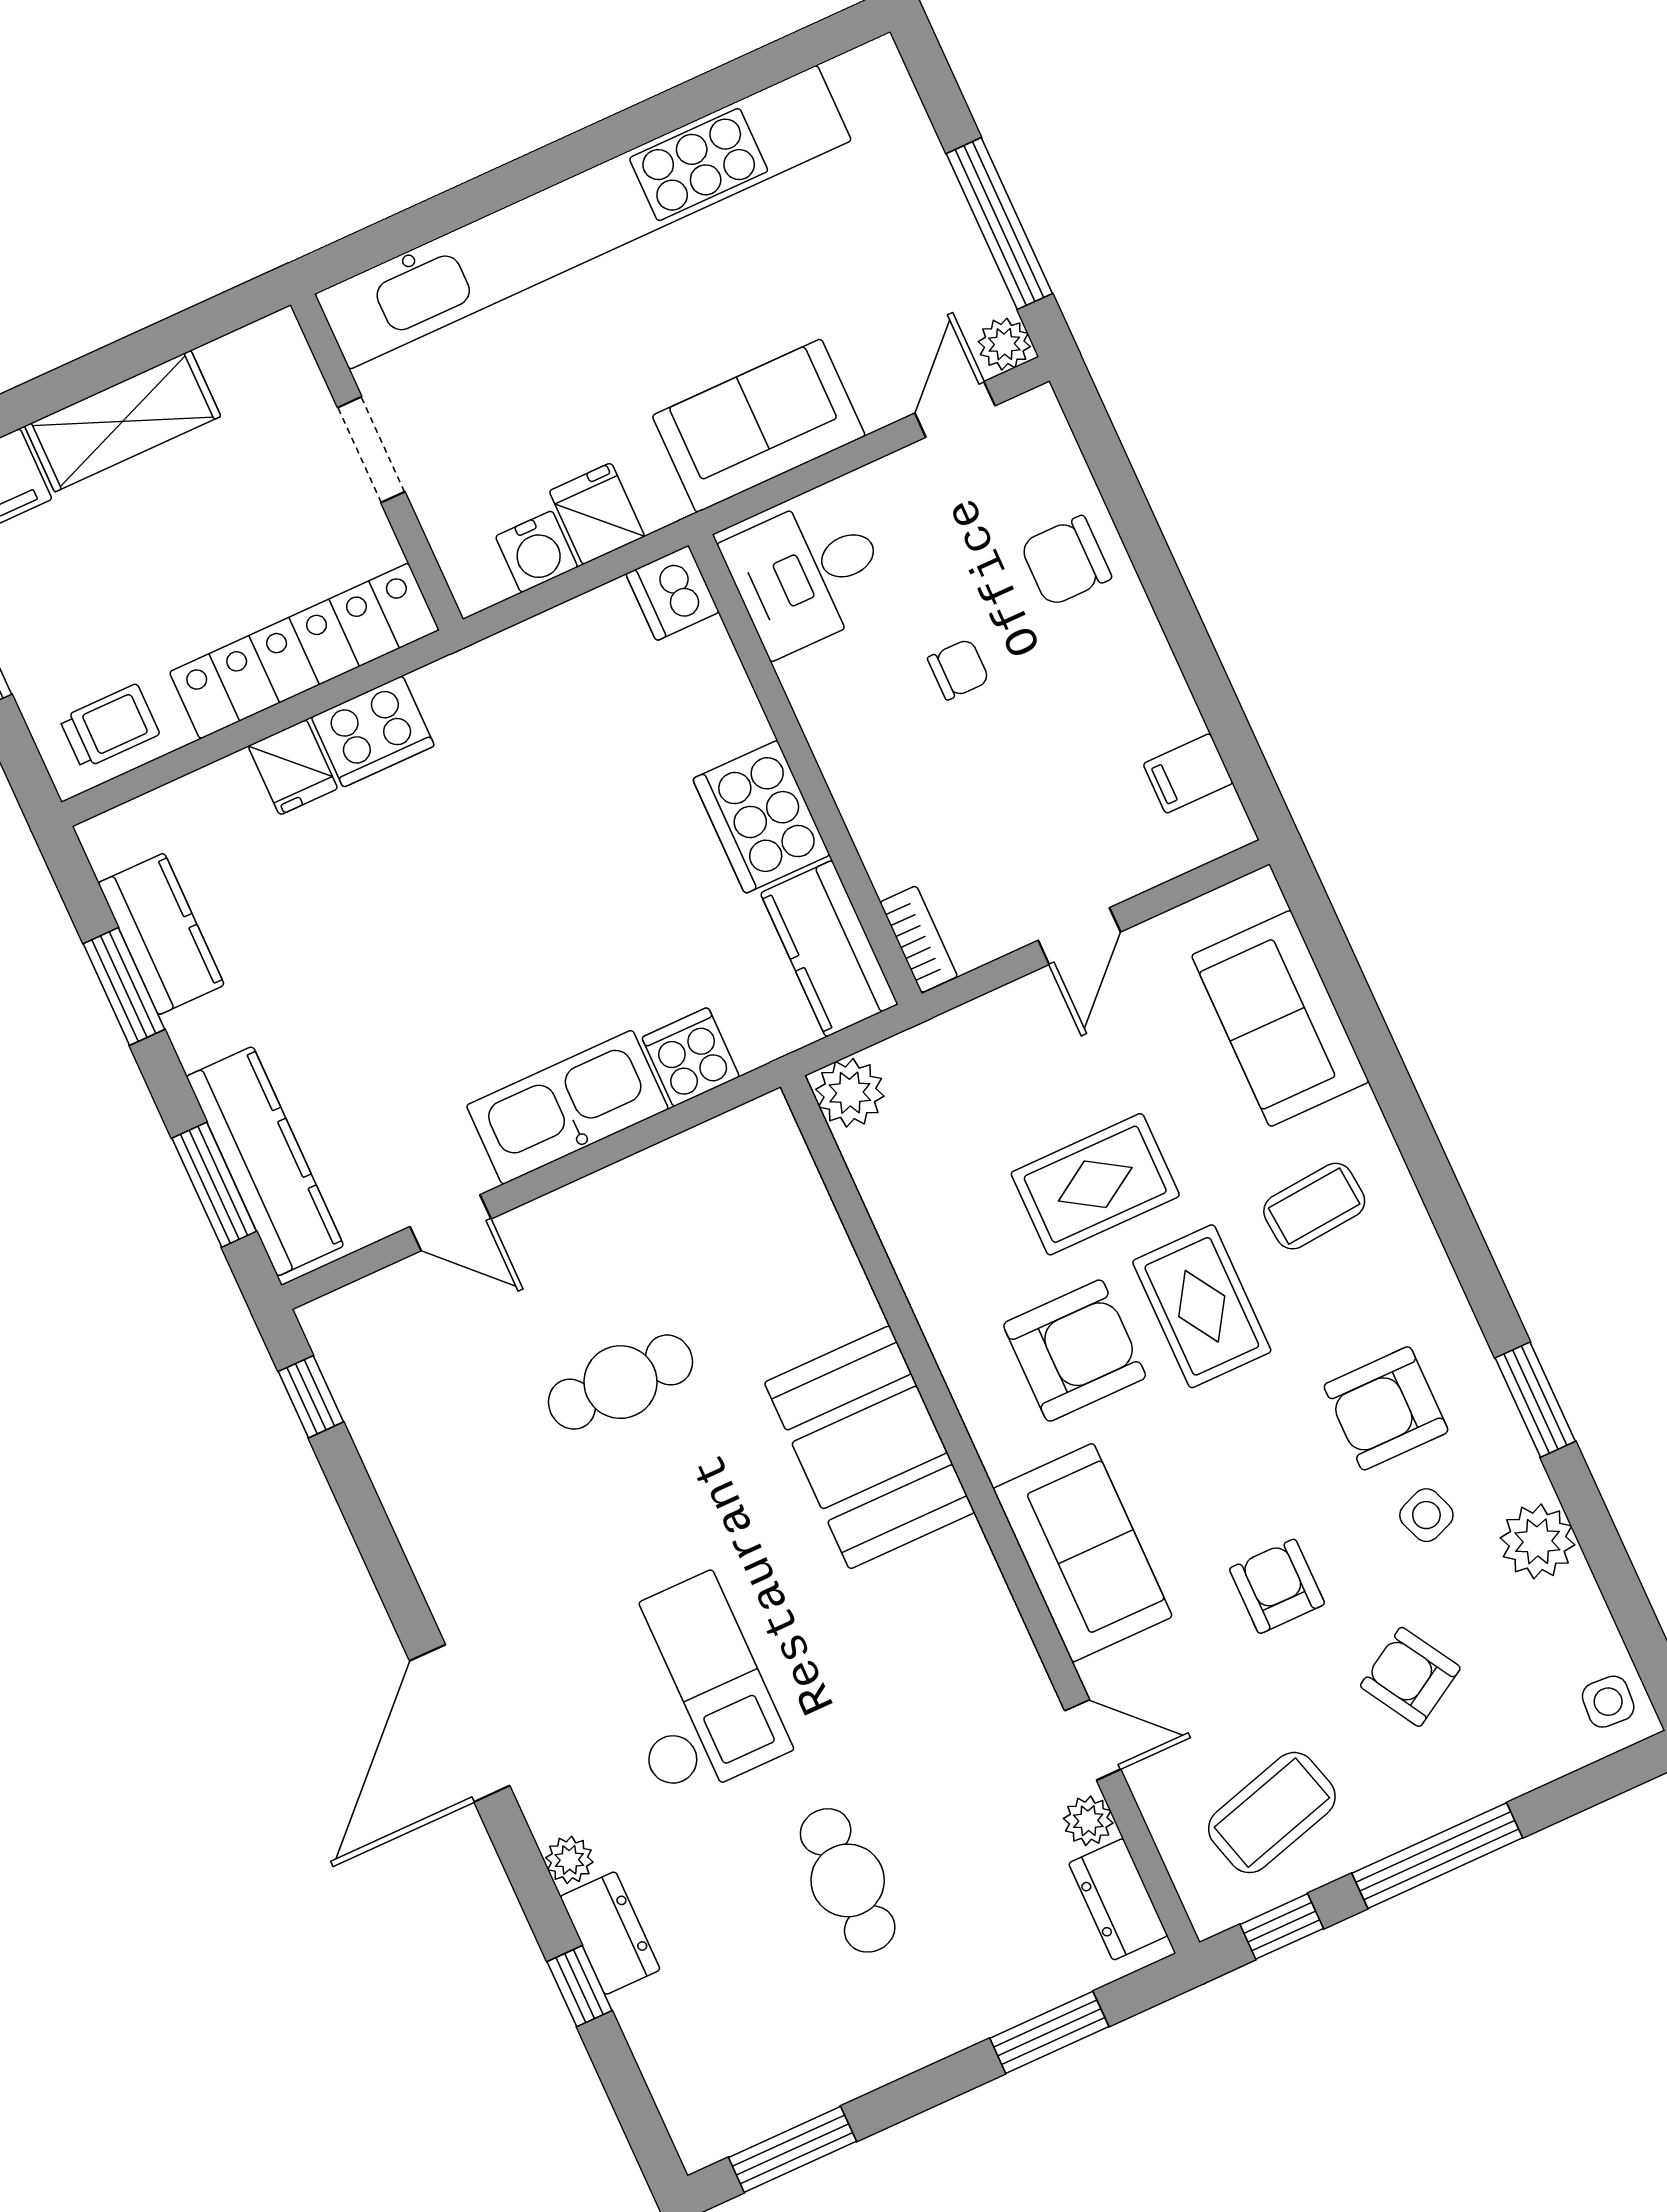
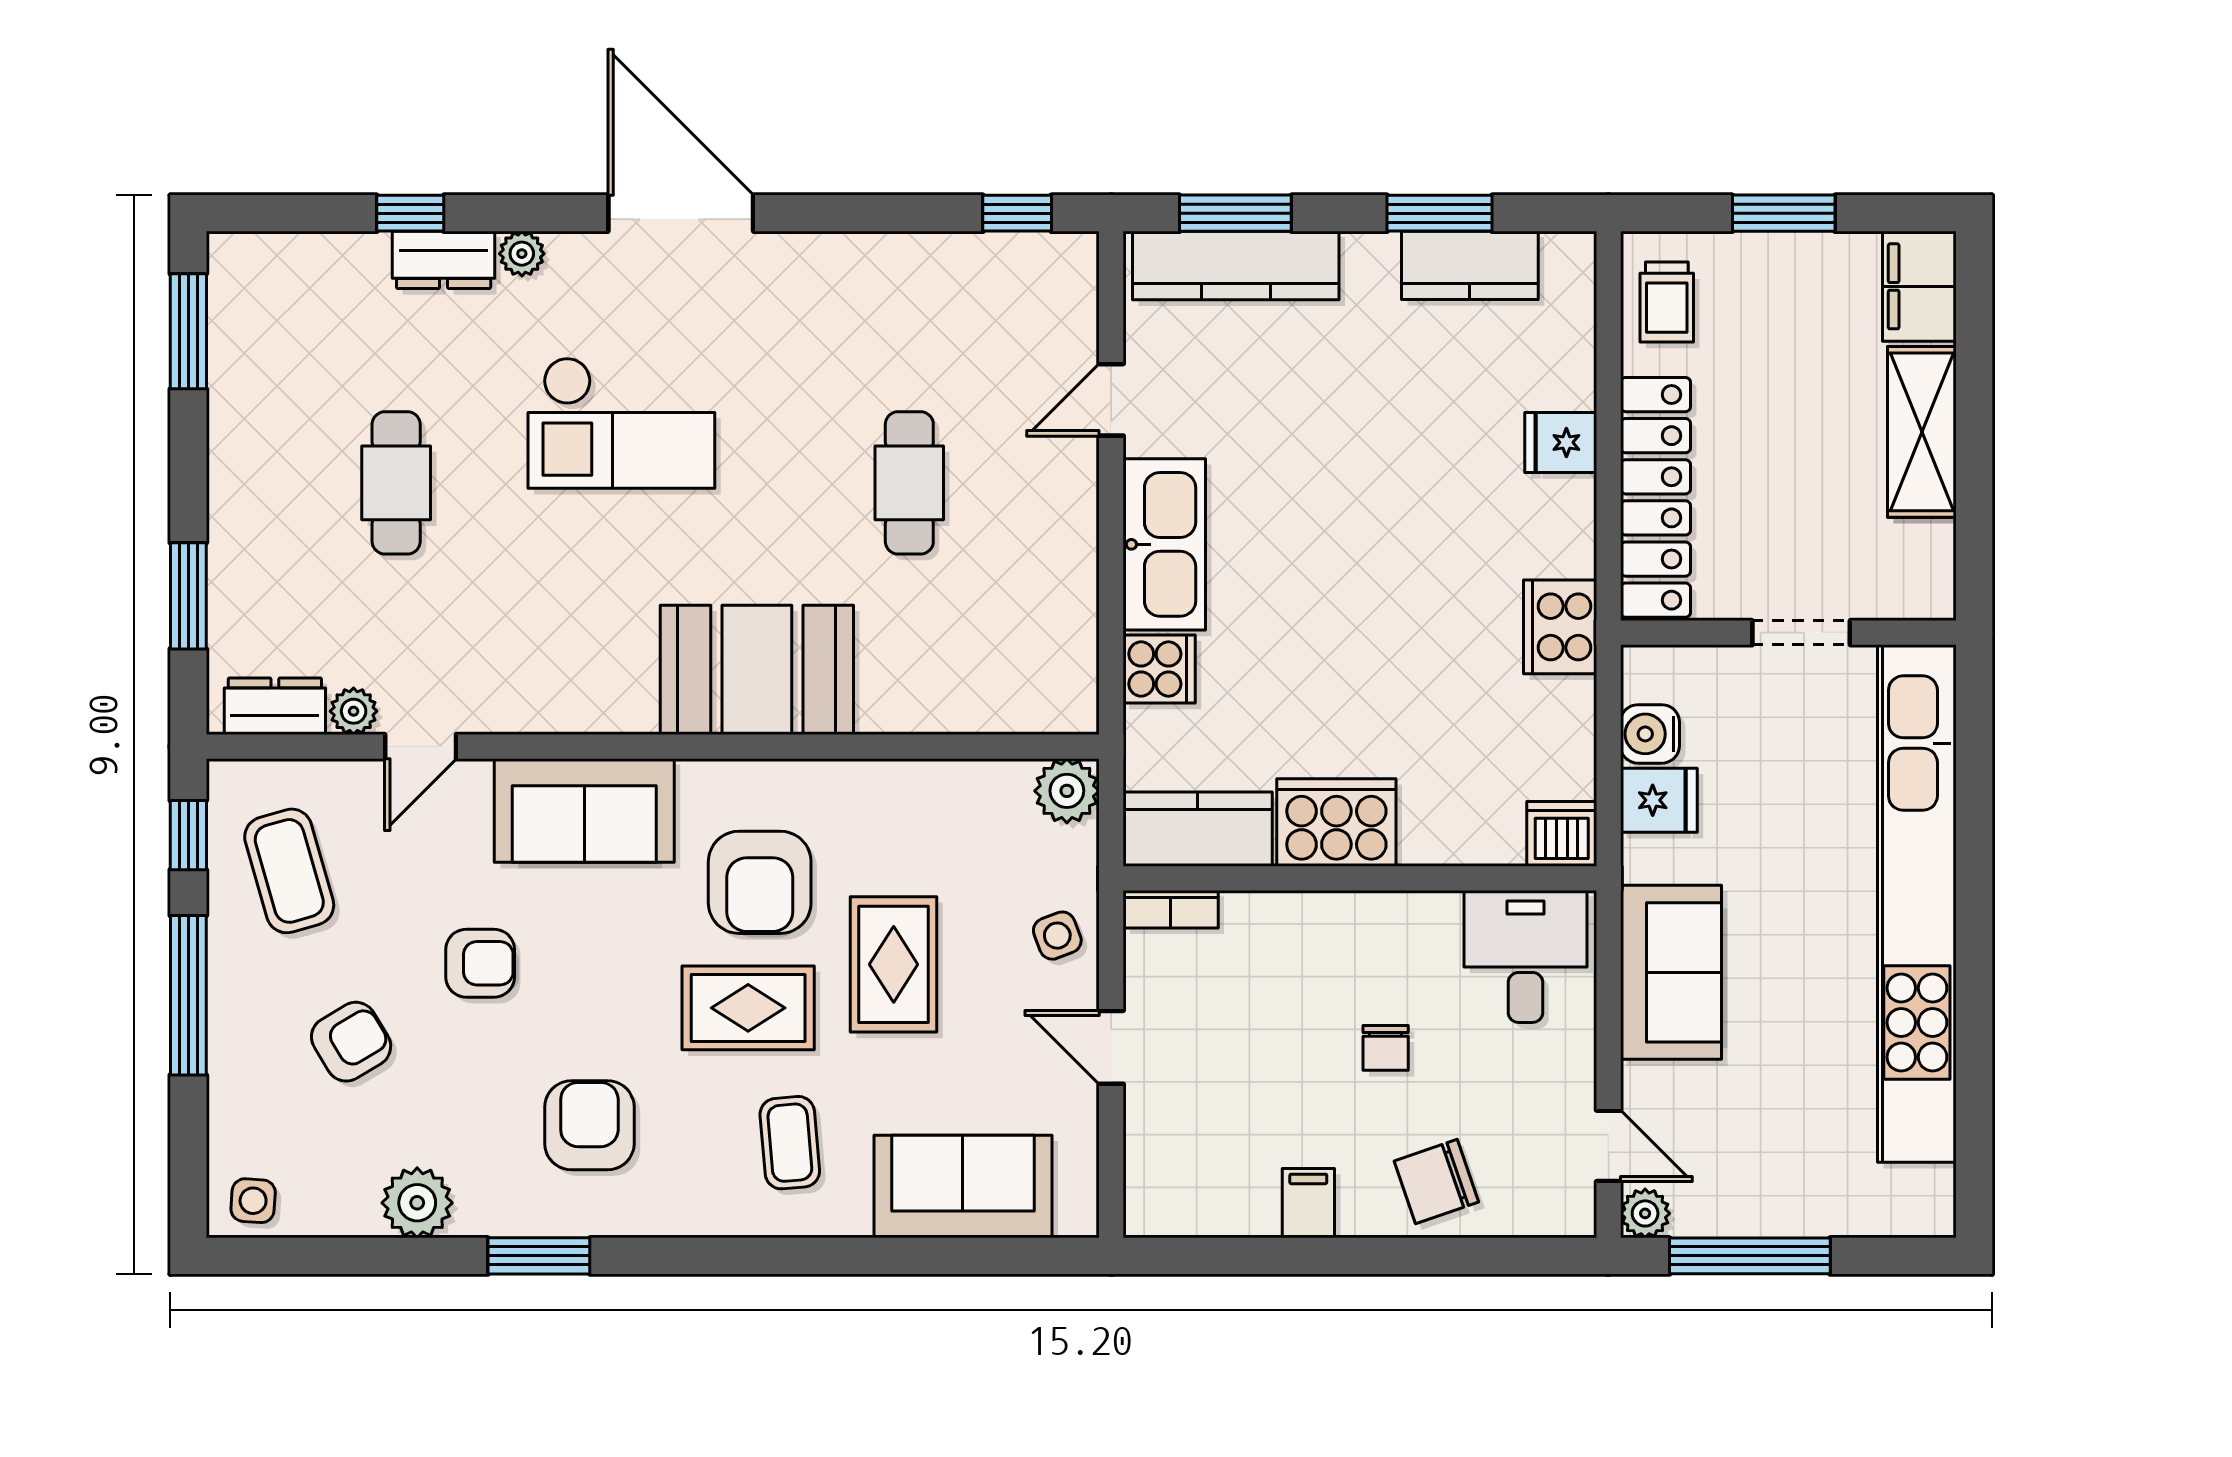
chair: (1066, 561) -> (1436, 1182), turned -109
cooker: (373, 732) -> (1560, 627), moved
filing cabinet: (1188, 773) -> (1308, 1203), moved
side table: (1426, 1515) -> (1057, 936), moved
cafe table: (848, 1880) -> (396, 483), turned 90

